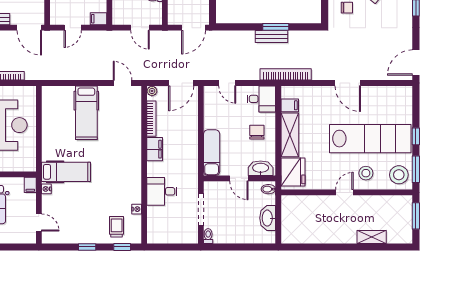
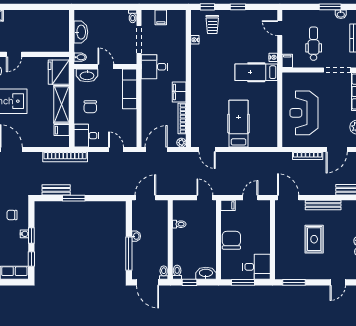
door: (140, 28) -> (205, 198), moved
bench: (271, 37) -> (56, 190), moved
desk: (162, 191) -> (155, 67), moved, turned 180
filing cabinet: (176, 235) -> (161, 17), added

